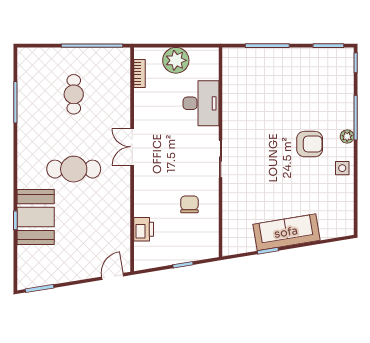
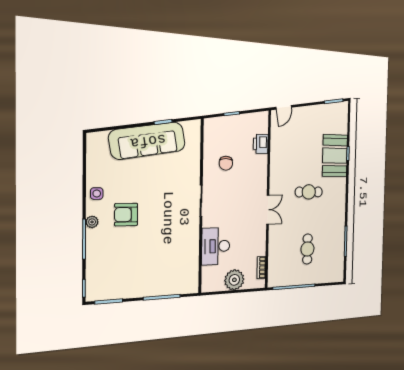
cafe table: (74, 169) -> (309, 192), width x0.73, depth x0.74
sofa: (286, 232) -> (148, 141), width x1.36, depth x1.27

